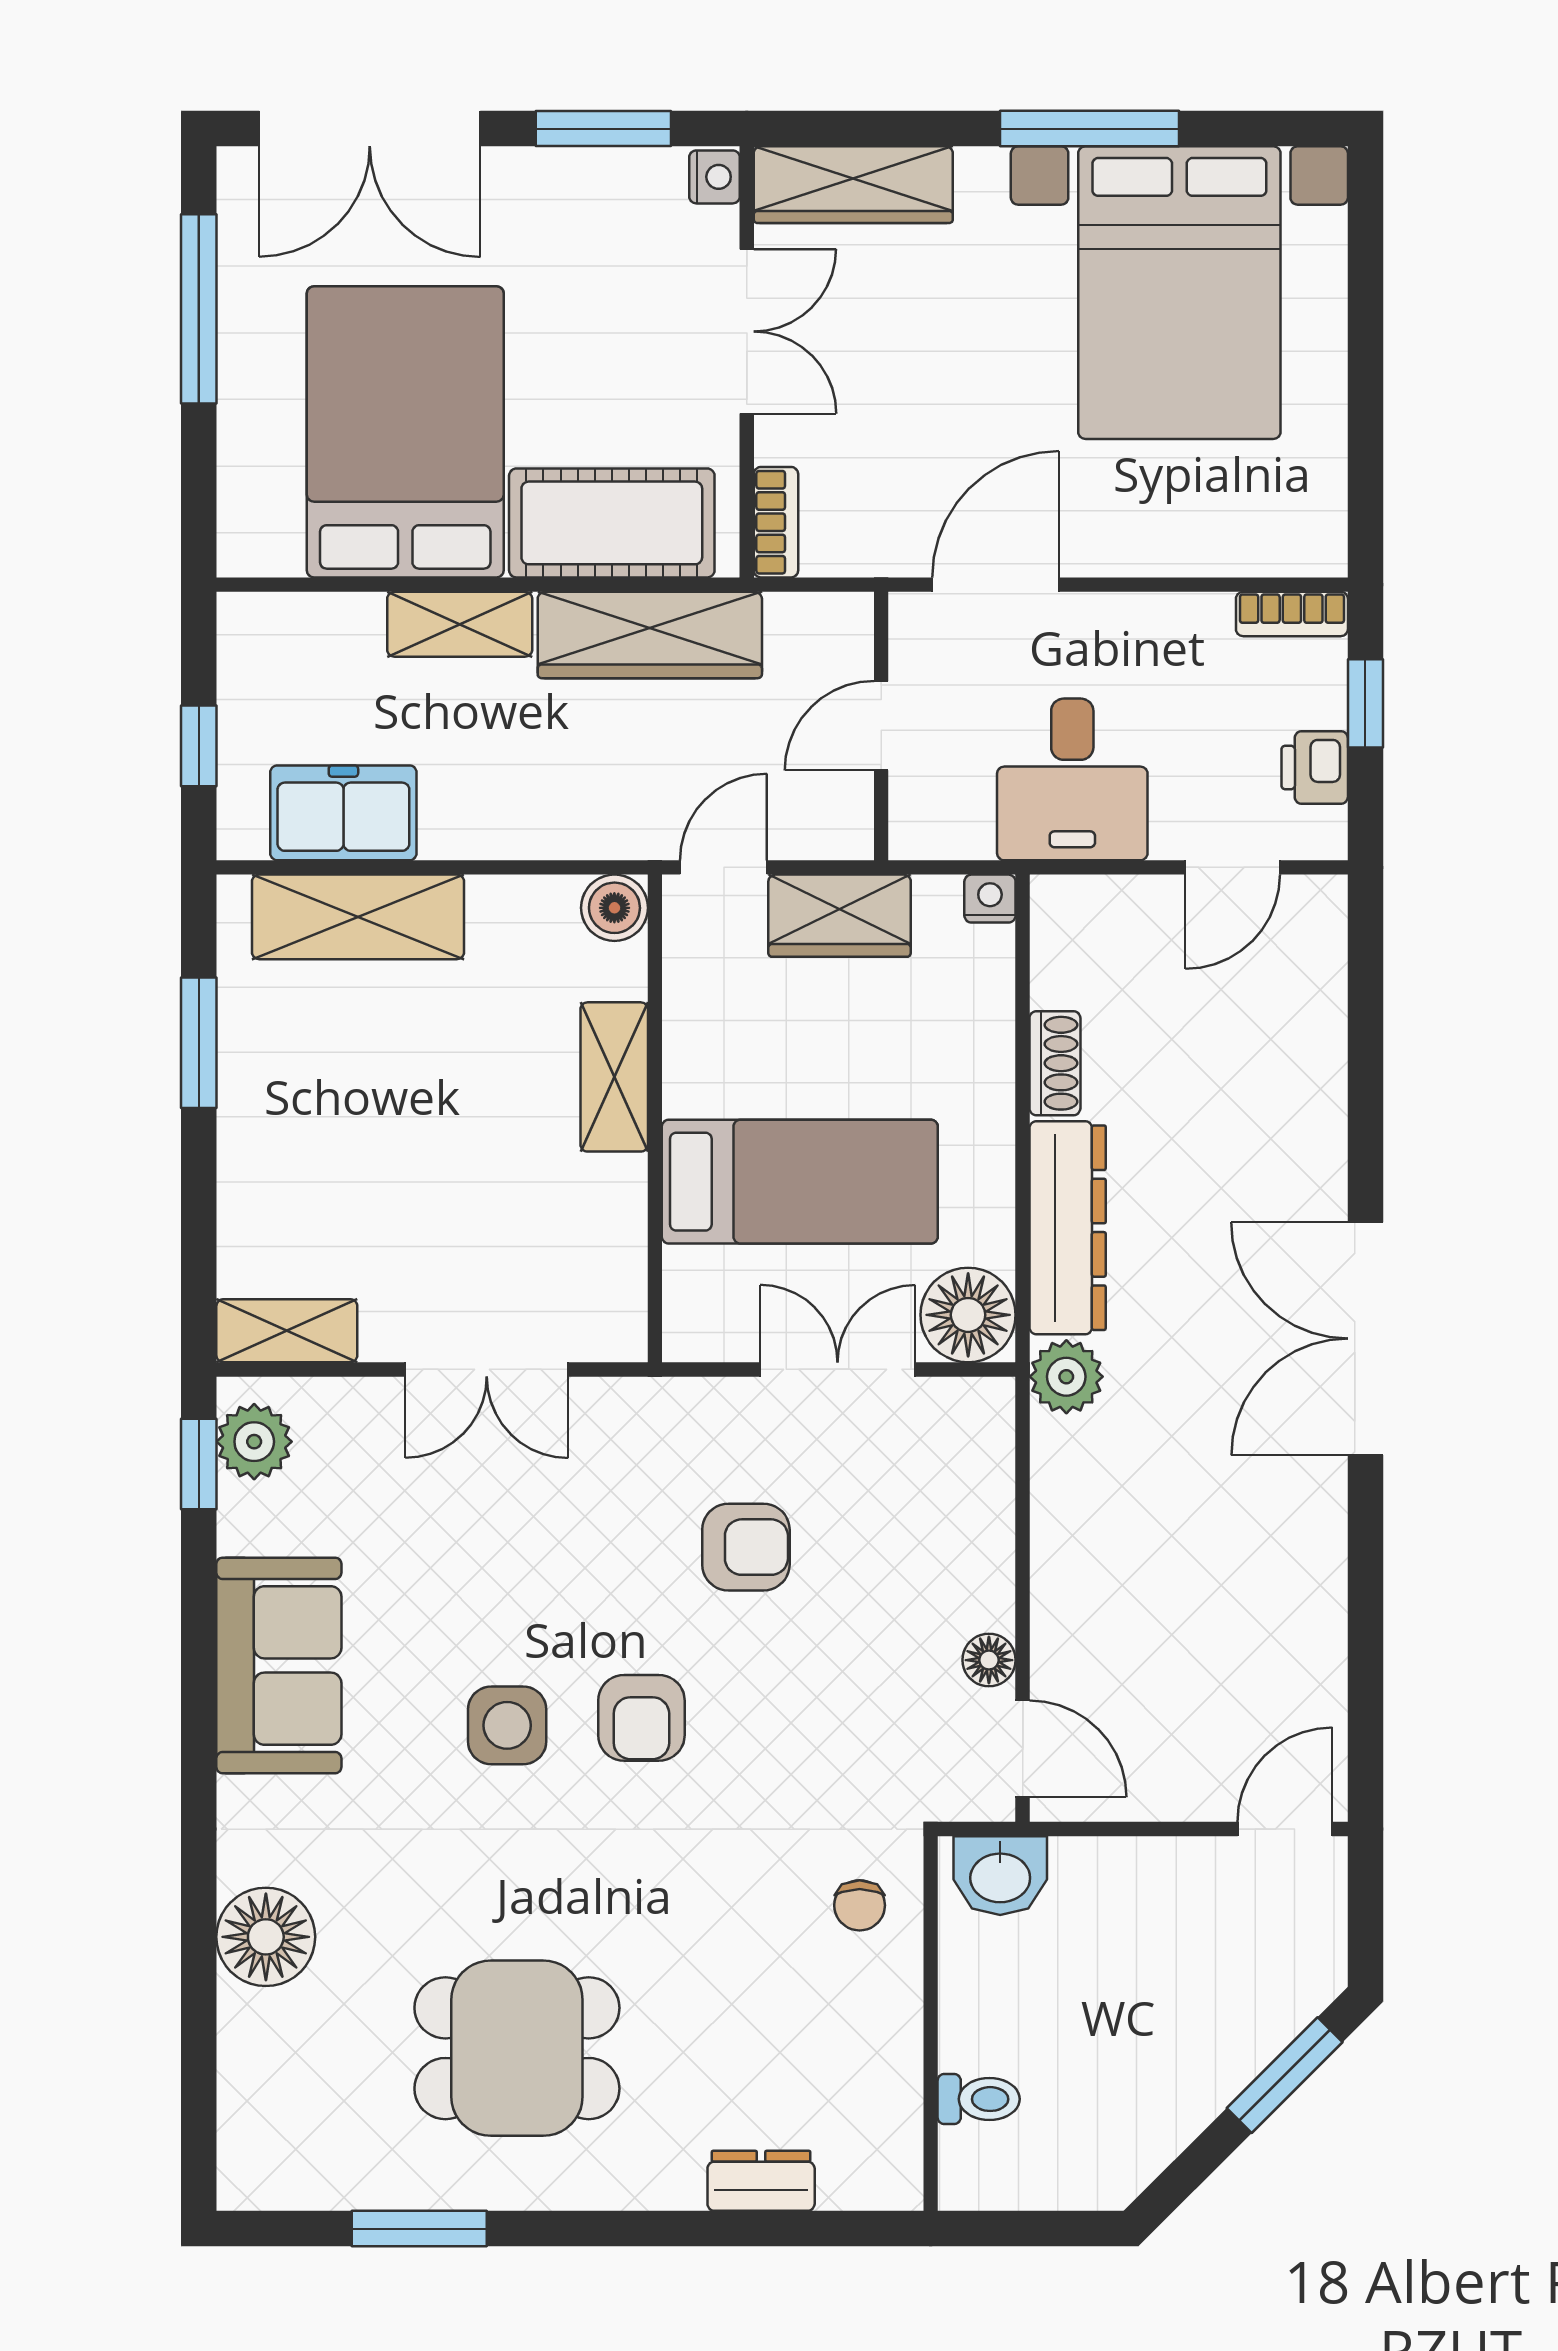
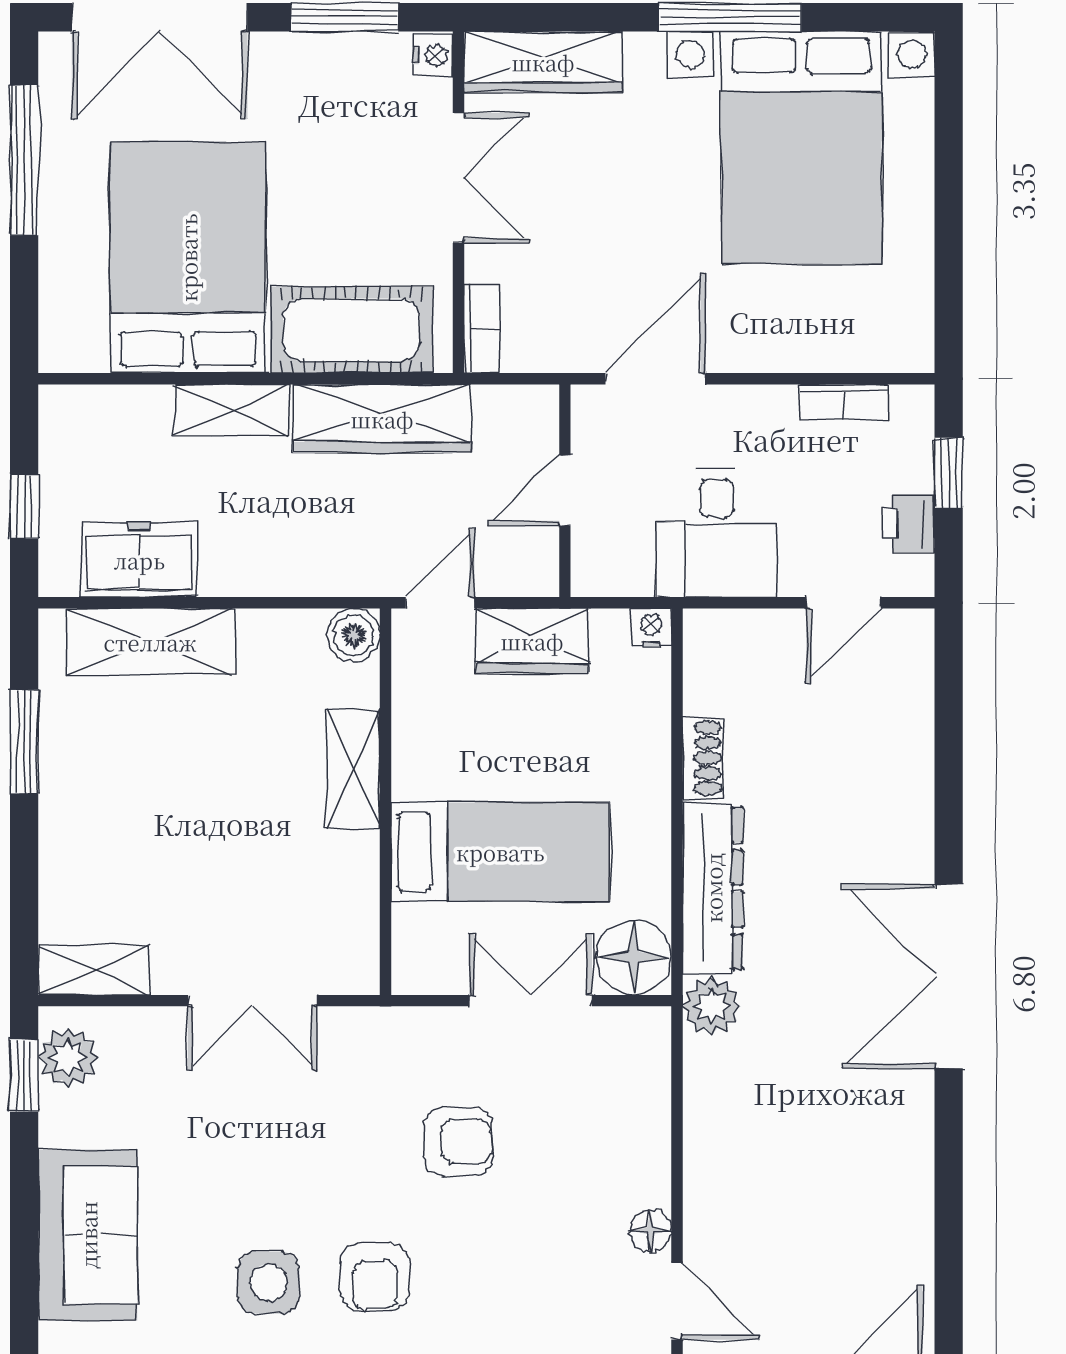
bookcase: (1292, 614) -> (844, 402), moved

